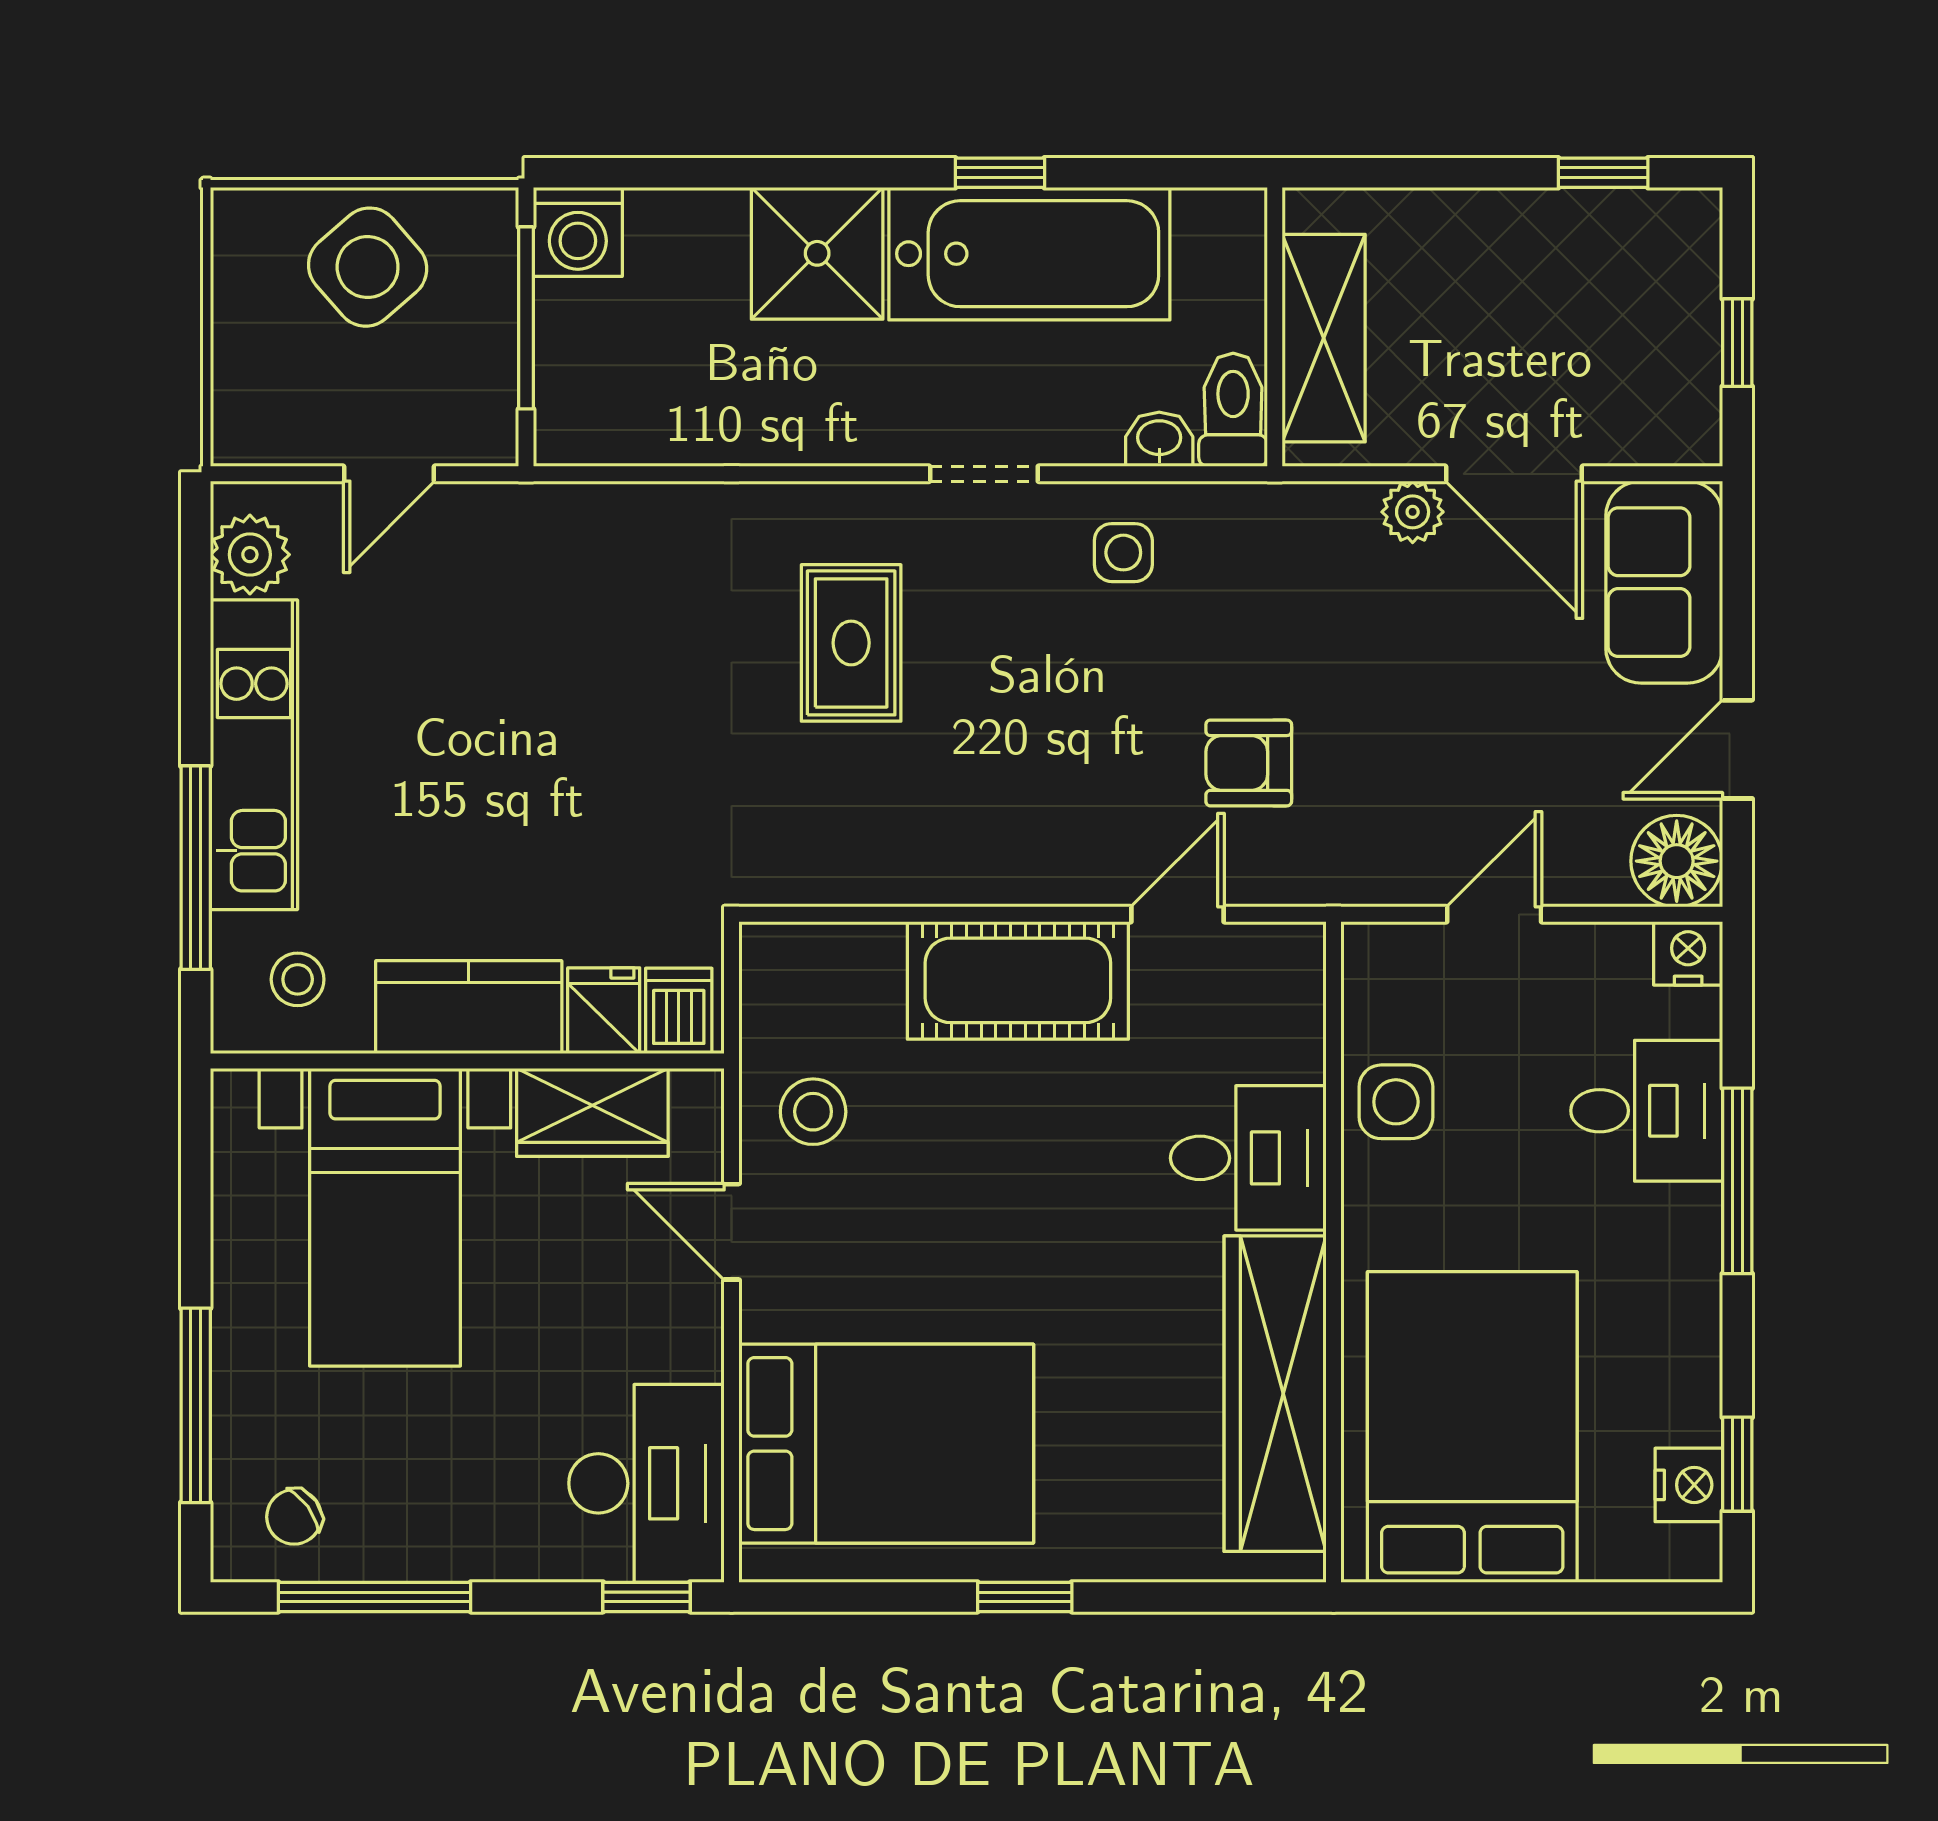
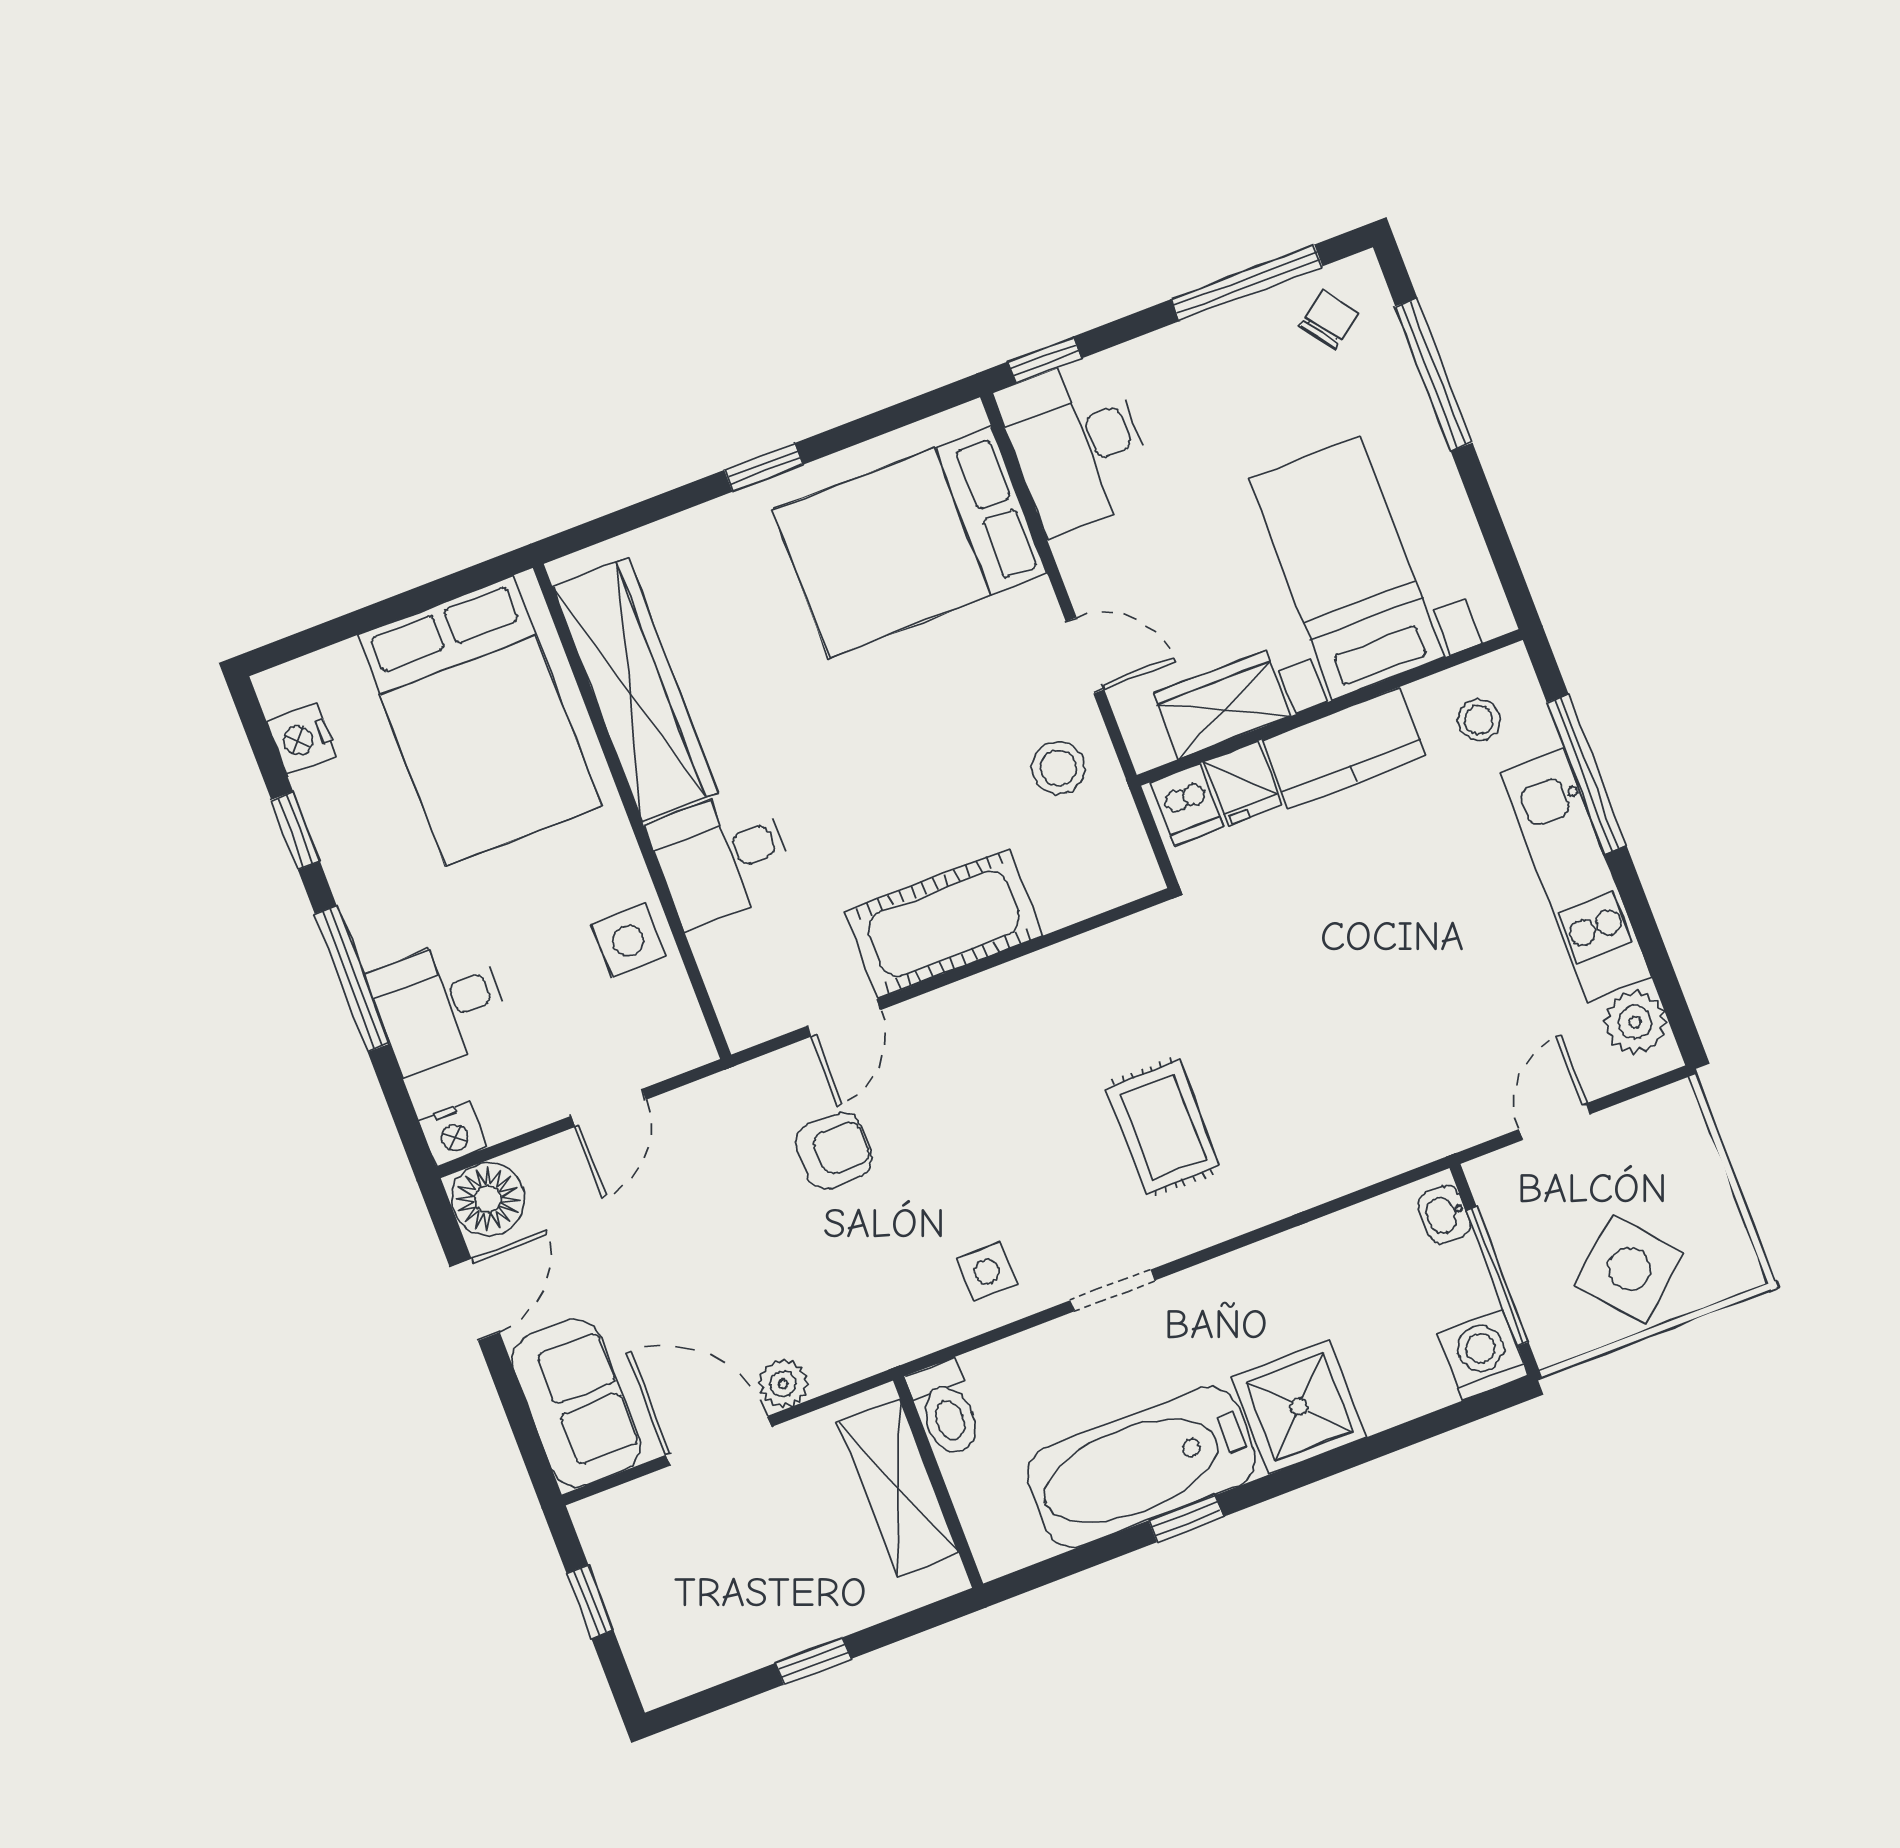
window: (1603, 173) -> (813, 1661), moved
washbasin: (1159, 439) -> (1444, 1214), moved, turned 90
window: (1737, 1464) -> (296, 831), moved

